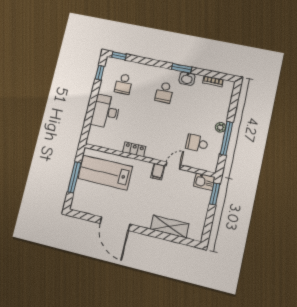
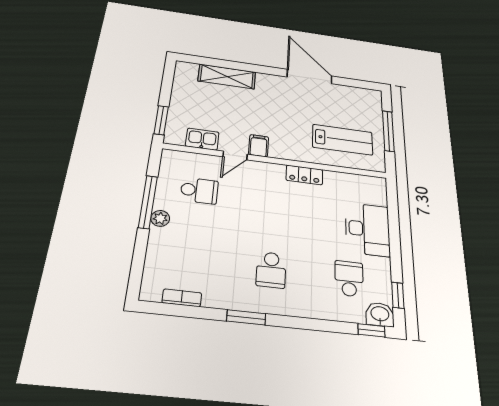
washbasin: (187, 79) -> (380, 314), moved
school desk: (164, 92) -> (271, 270), turned 180
lab bench: (105, 173) -> (343, 140), width x0.73, depth x0.72
kitchen sink: (204, 181) -> (202, 139), moved

